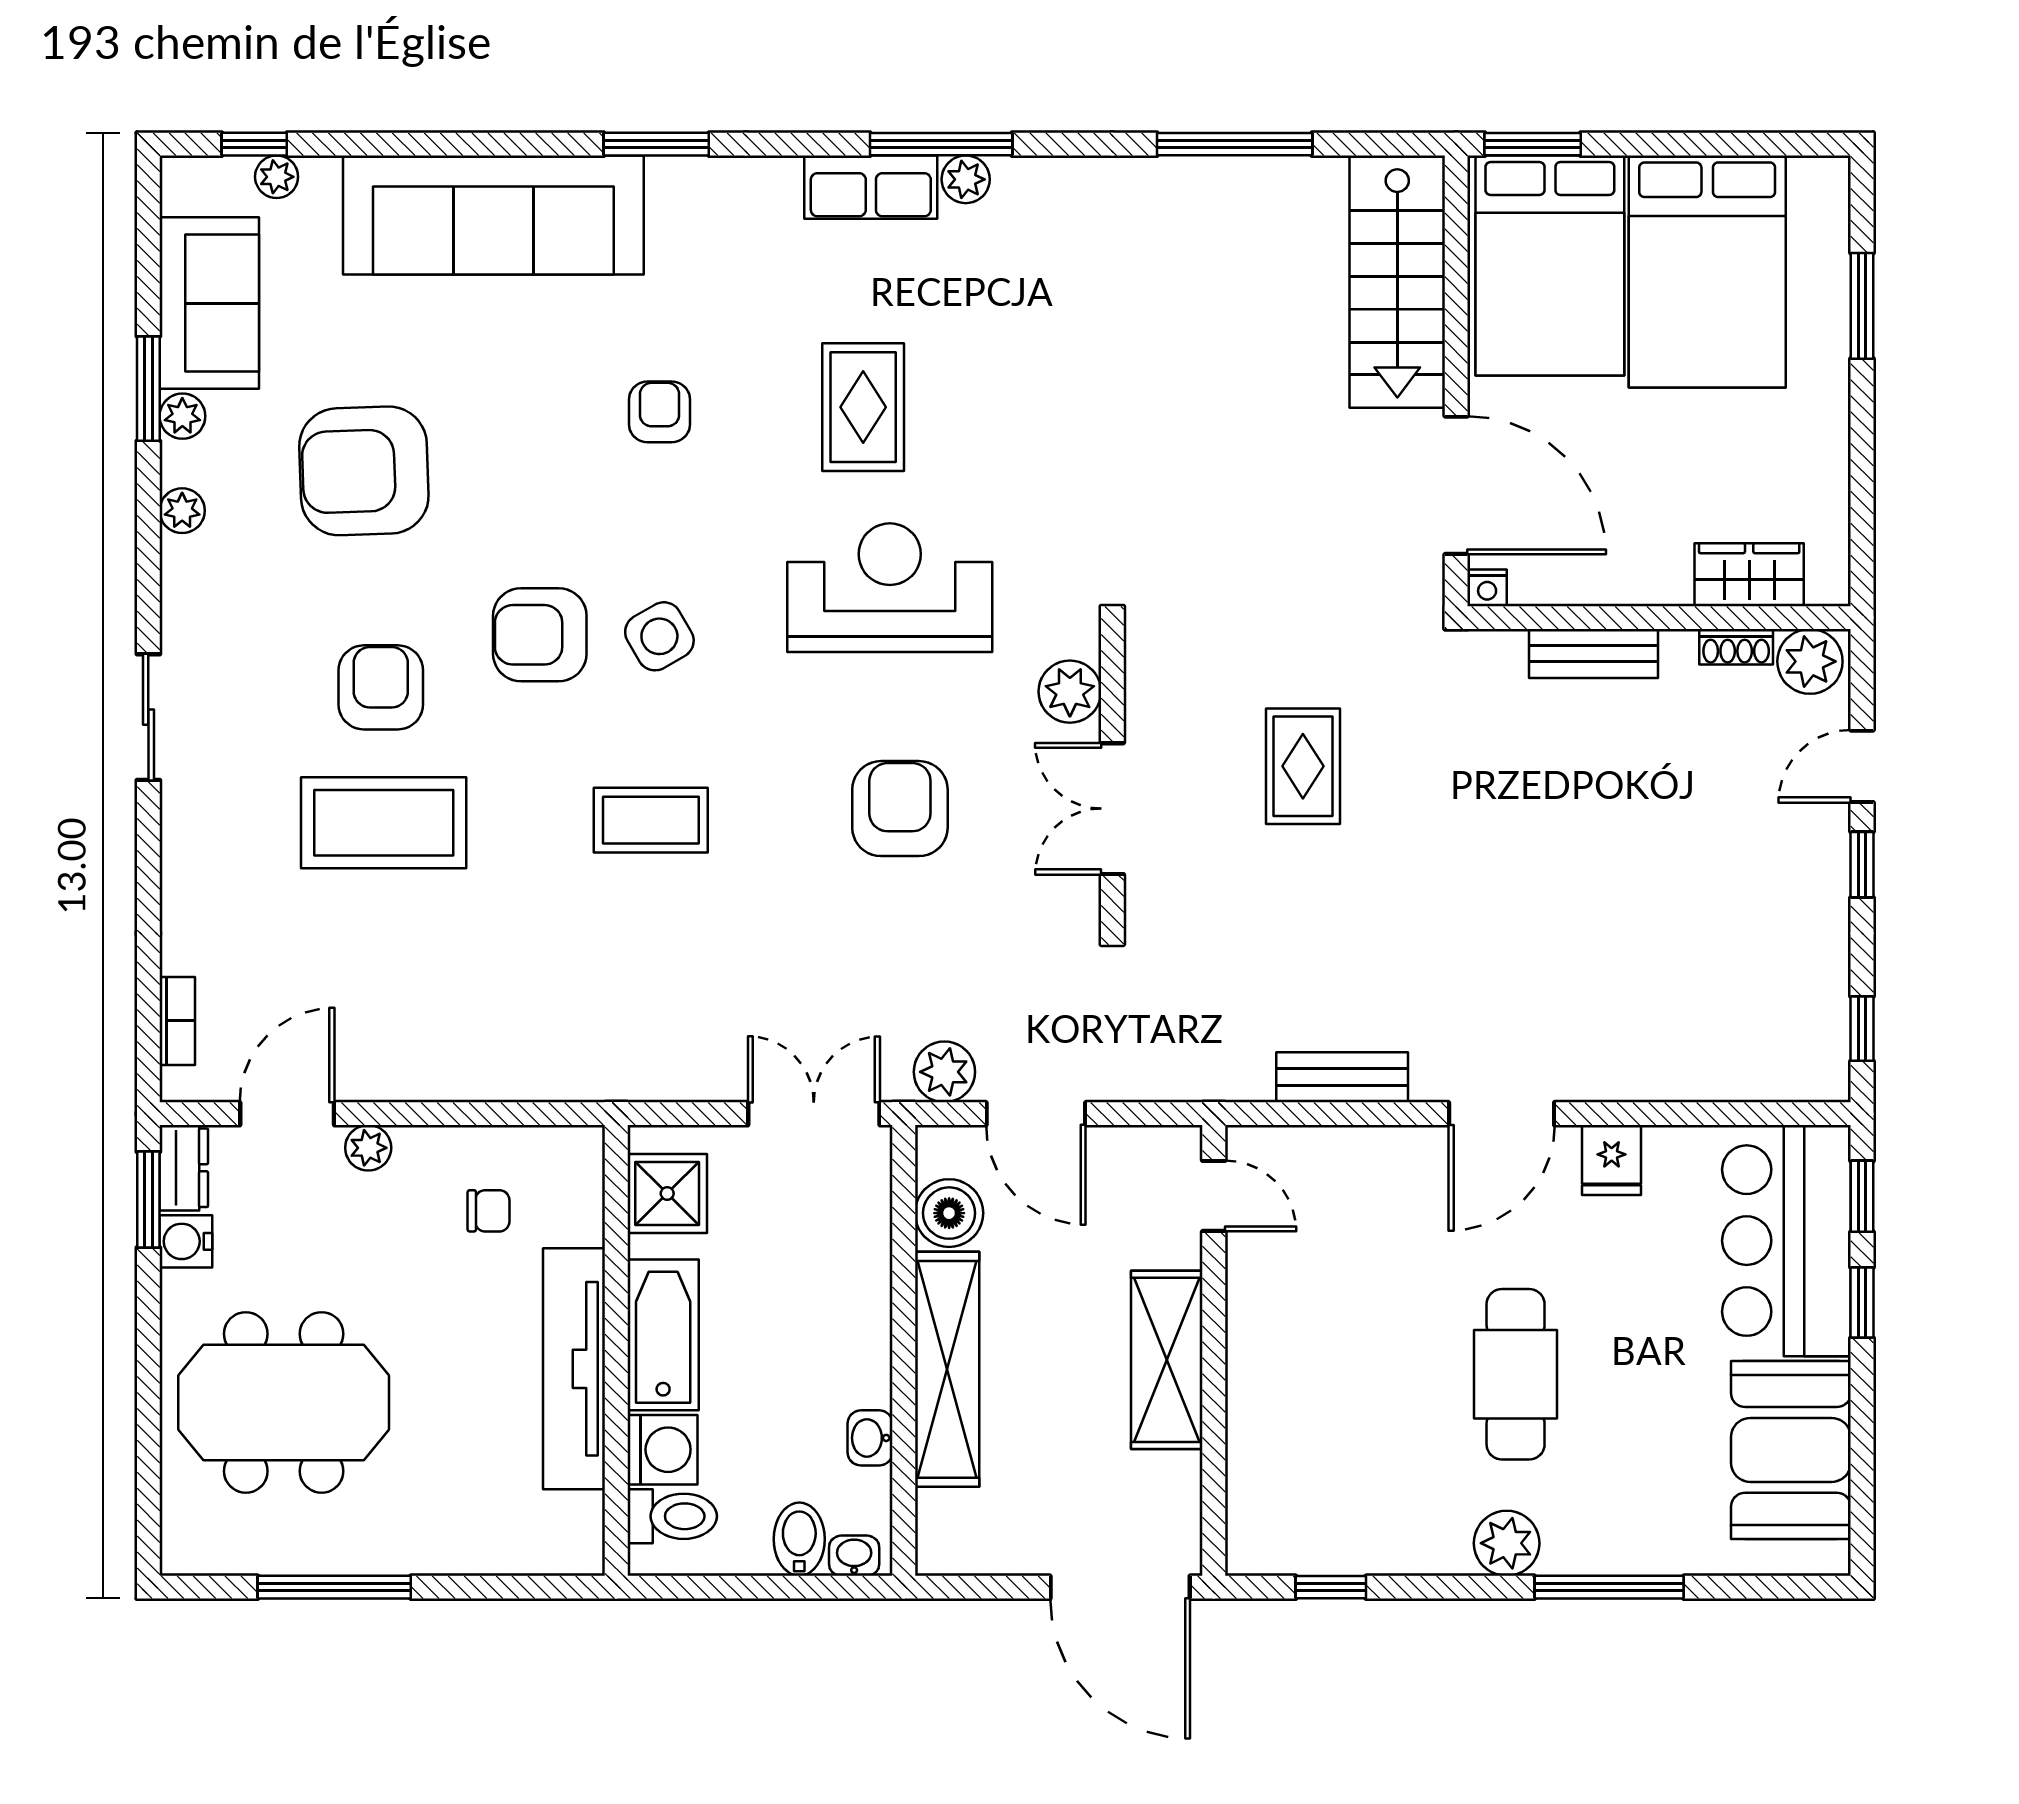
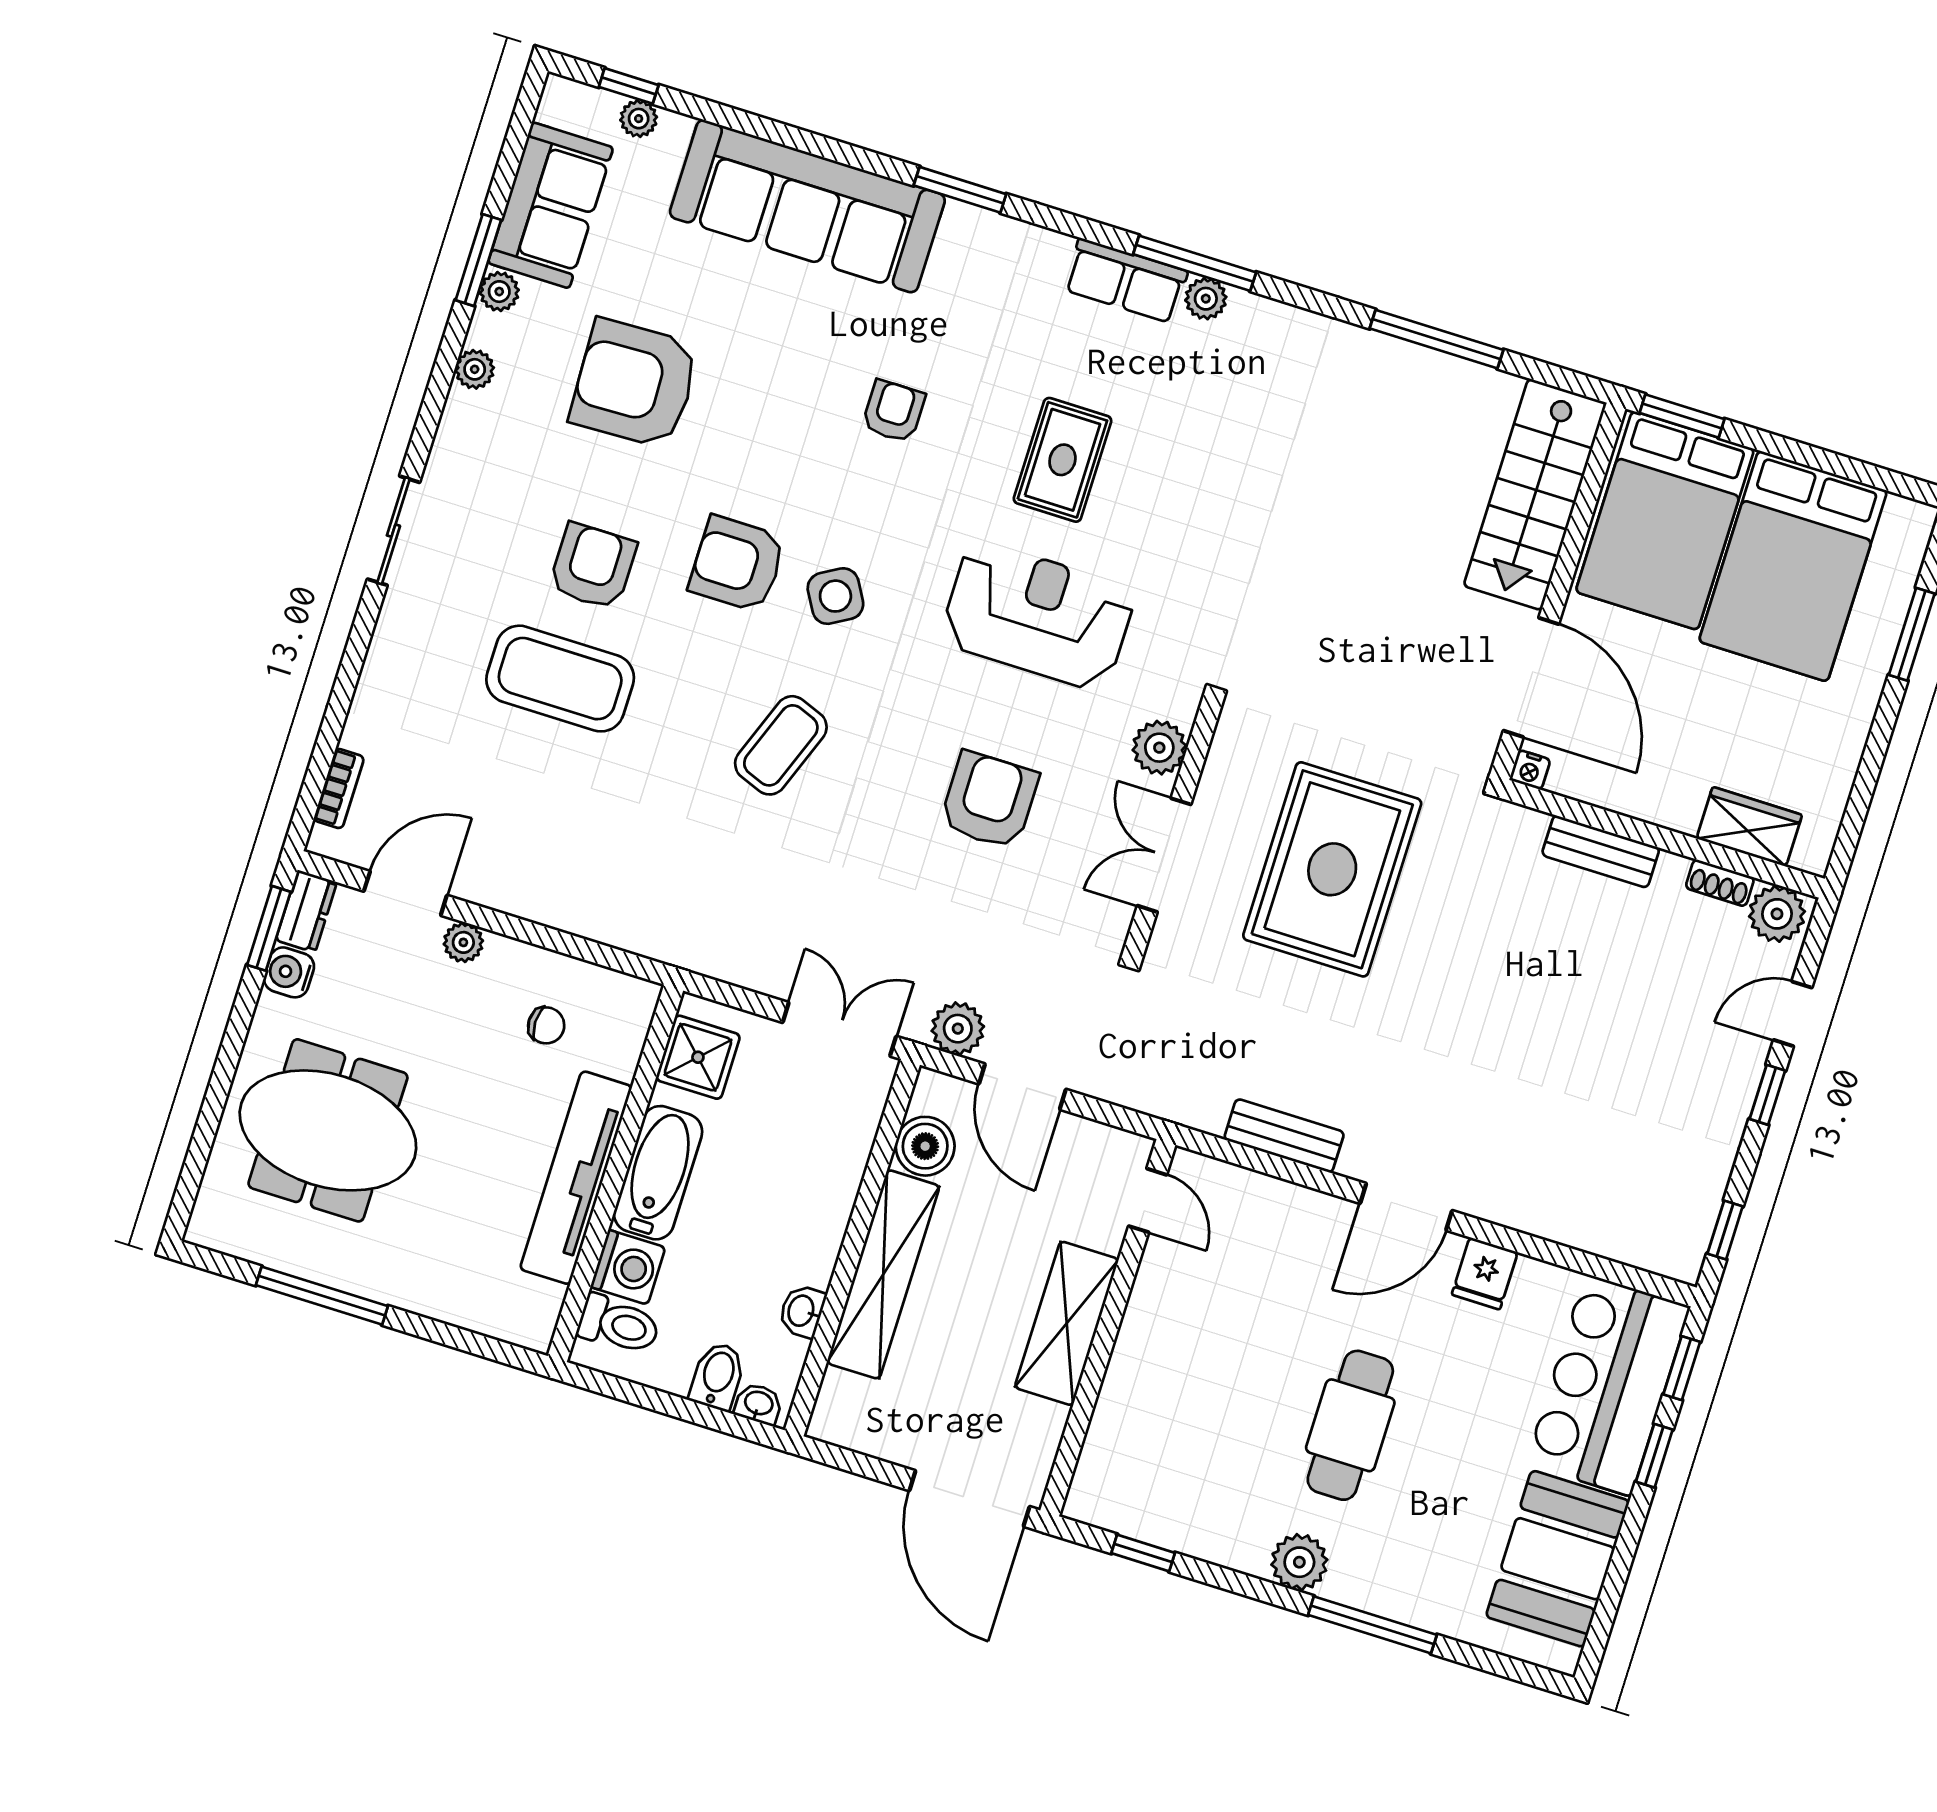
rug: (1303, 766) -> (1332, 869), width x1.86, depth x2.06
coffee table: (651, 820) -> (781, 745), turned -69

